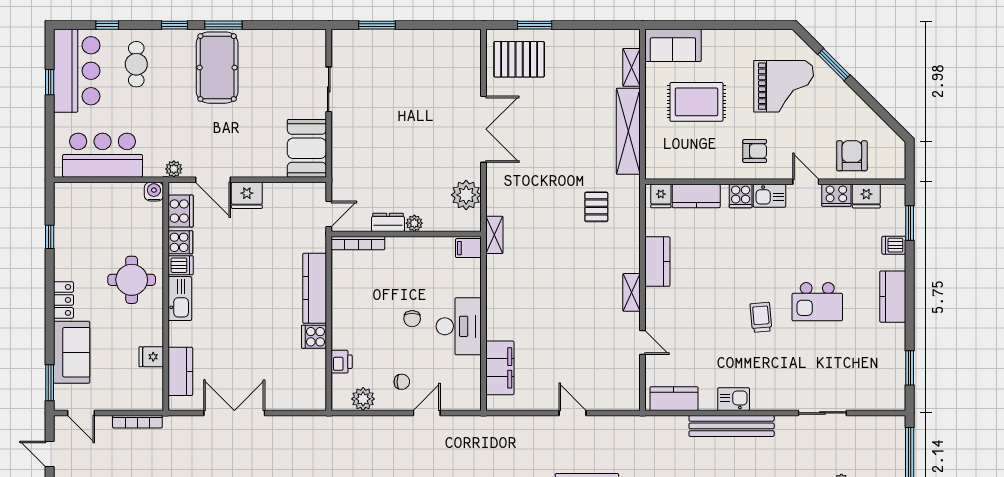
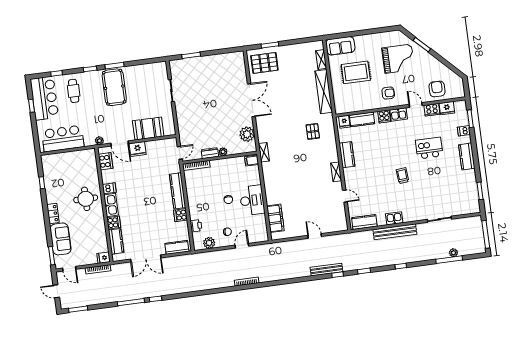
booth: (307, 148) -> (148, 129), moved, turned 90
water cooler: (154, 192) -> (91, 153), removed
cooker: (180, 242) -> (114, 223), moved
kitchen island: (817, 302) -> (429, 148), moved, turned 180
fridge: (151, 357) -> (104, 258), moved
kitchen counter: (298, 399) -> (177, 247), added
double door: (234, 413) -> (146, 258), swing flipped

